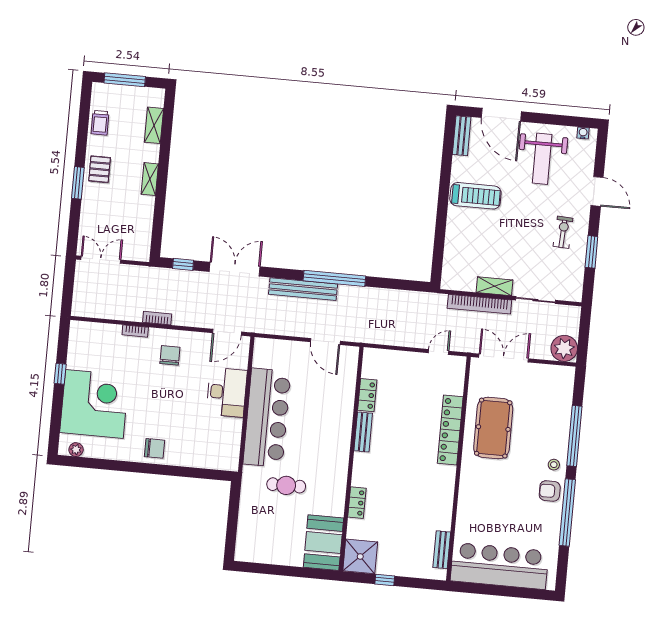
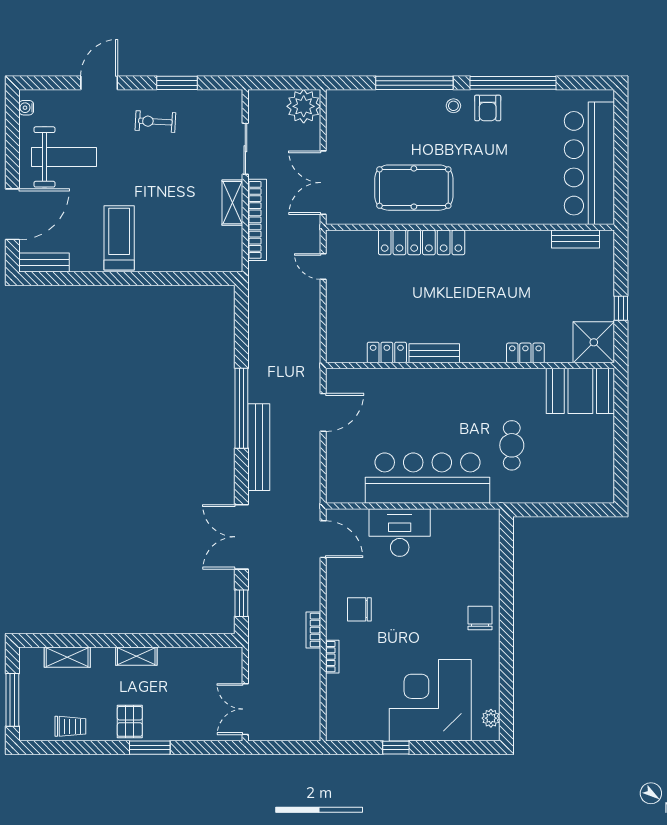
pallet: (100, 169) -> (130, 721), turned 90

